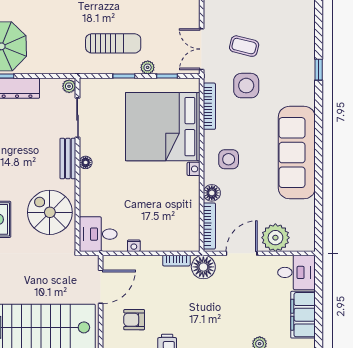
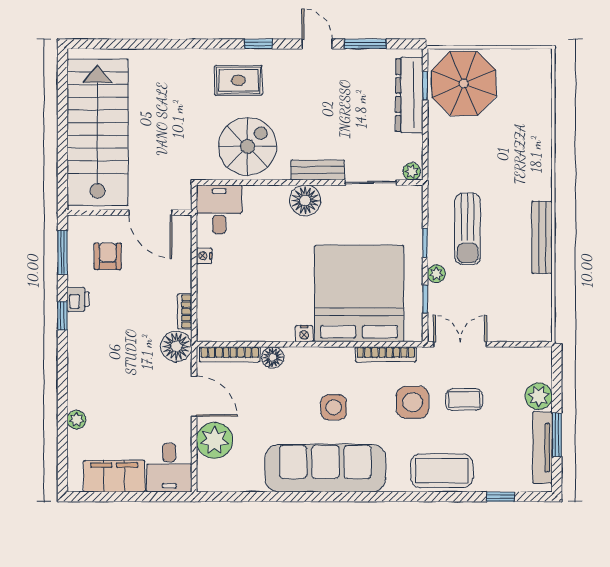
coffee table: (244, 46) -> (464, 400), turned 76
coffee table: (299, 63) -> (442, 471), added
window: (319, 70) -> (500, 497), moved
side table: (229, 159) -> (334, 407), moved
floor lamp: (86, 162) -> (305, 200), width x1.89, depth x1.89

